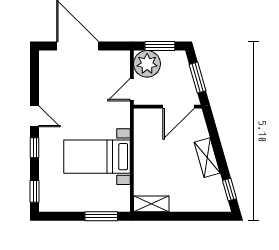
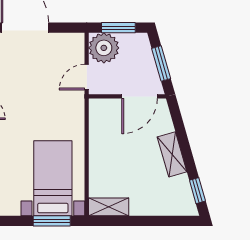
bed with nightstands: (97, 157) -> (53, 178), moved, turned 90

